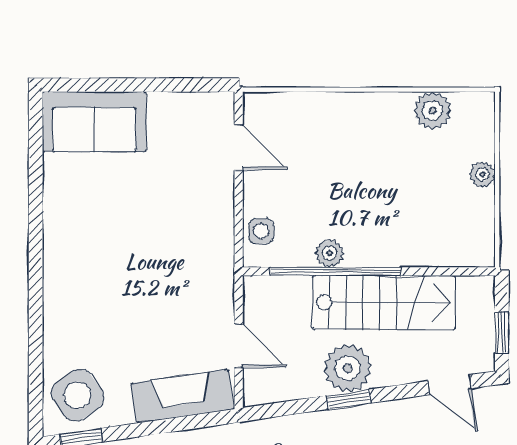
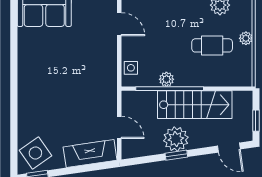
cafe table: (417, 188) -> (212, 45), added

